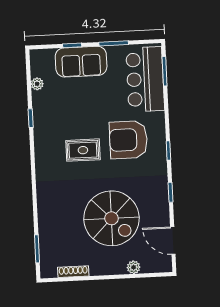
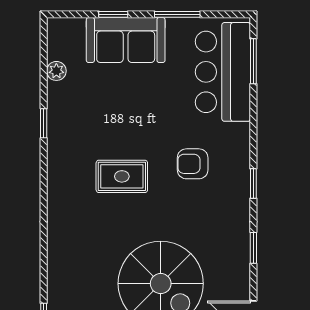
armchair: (128, 140) -> (193, 164), width x0.53, depth x0.53

